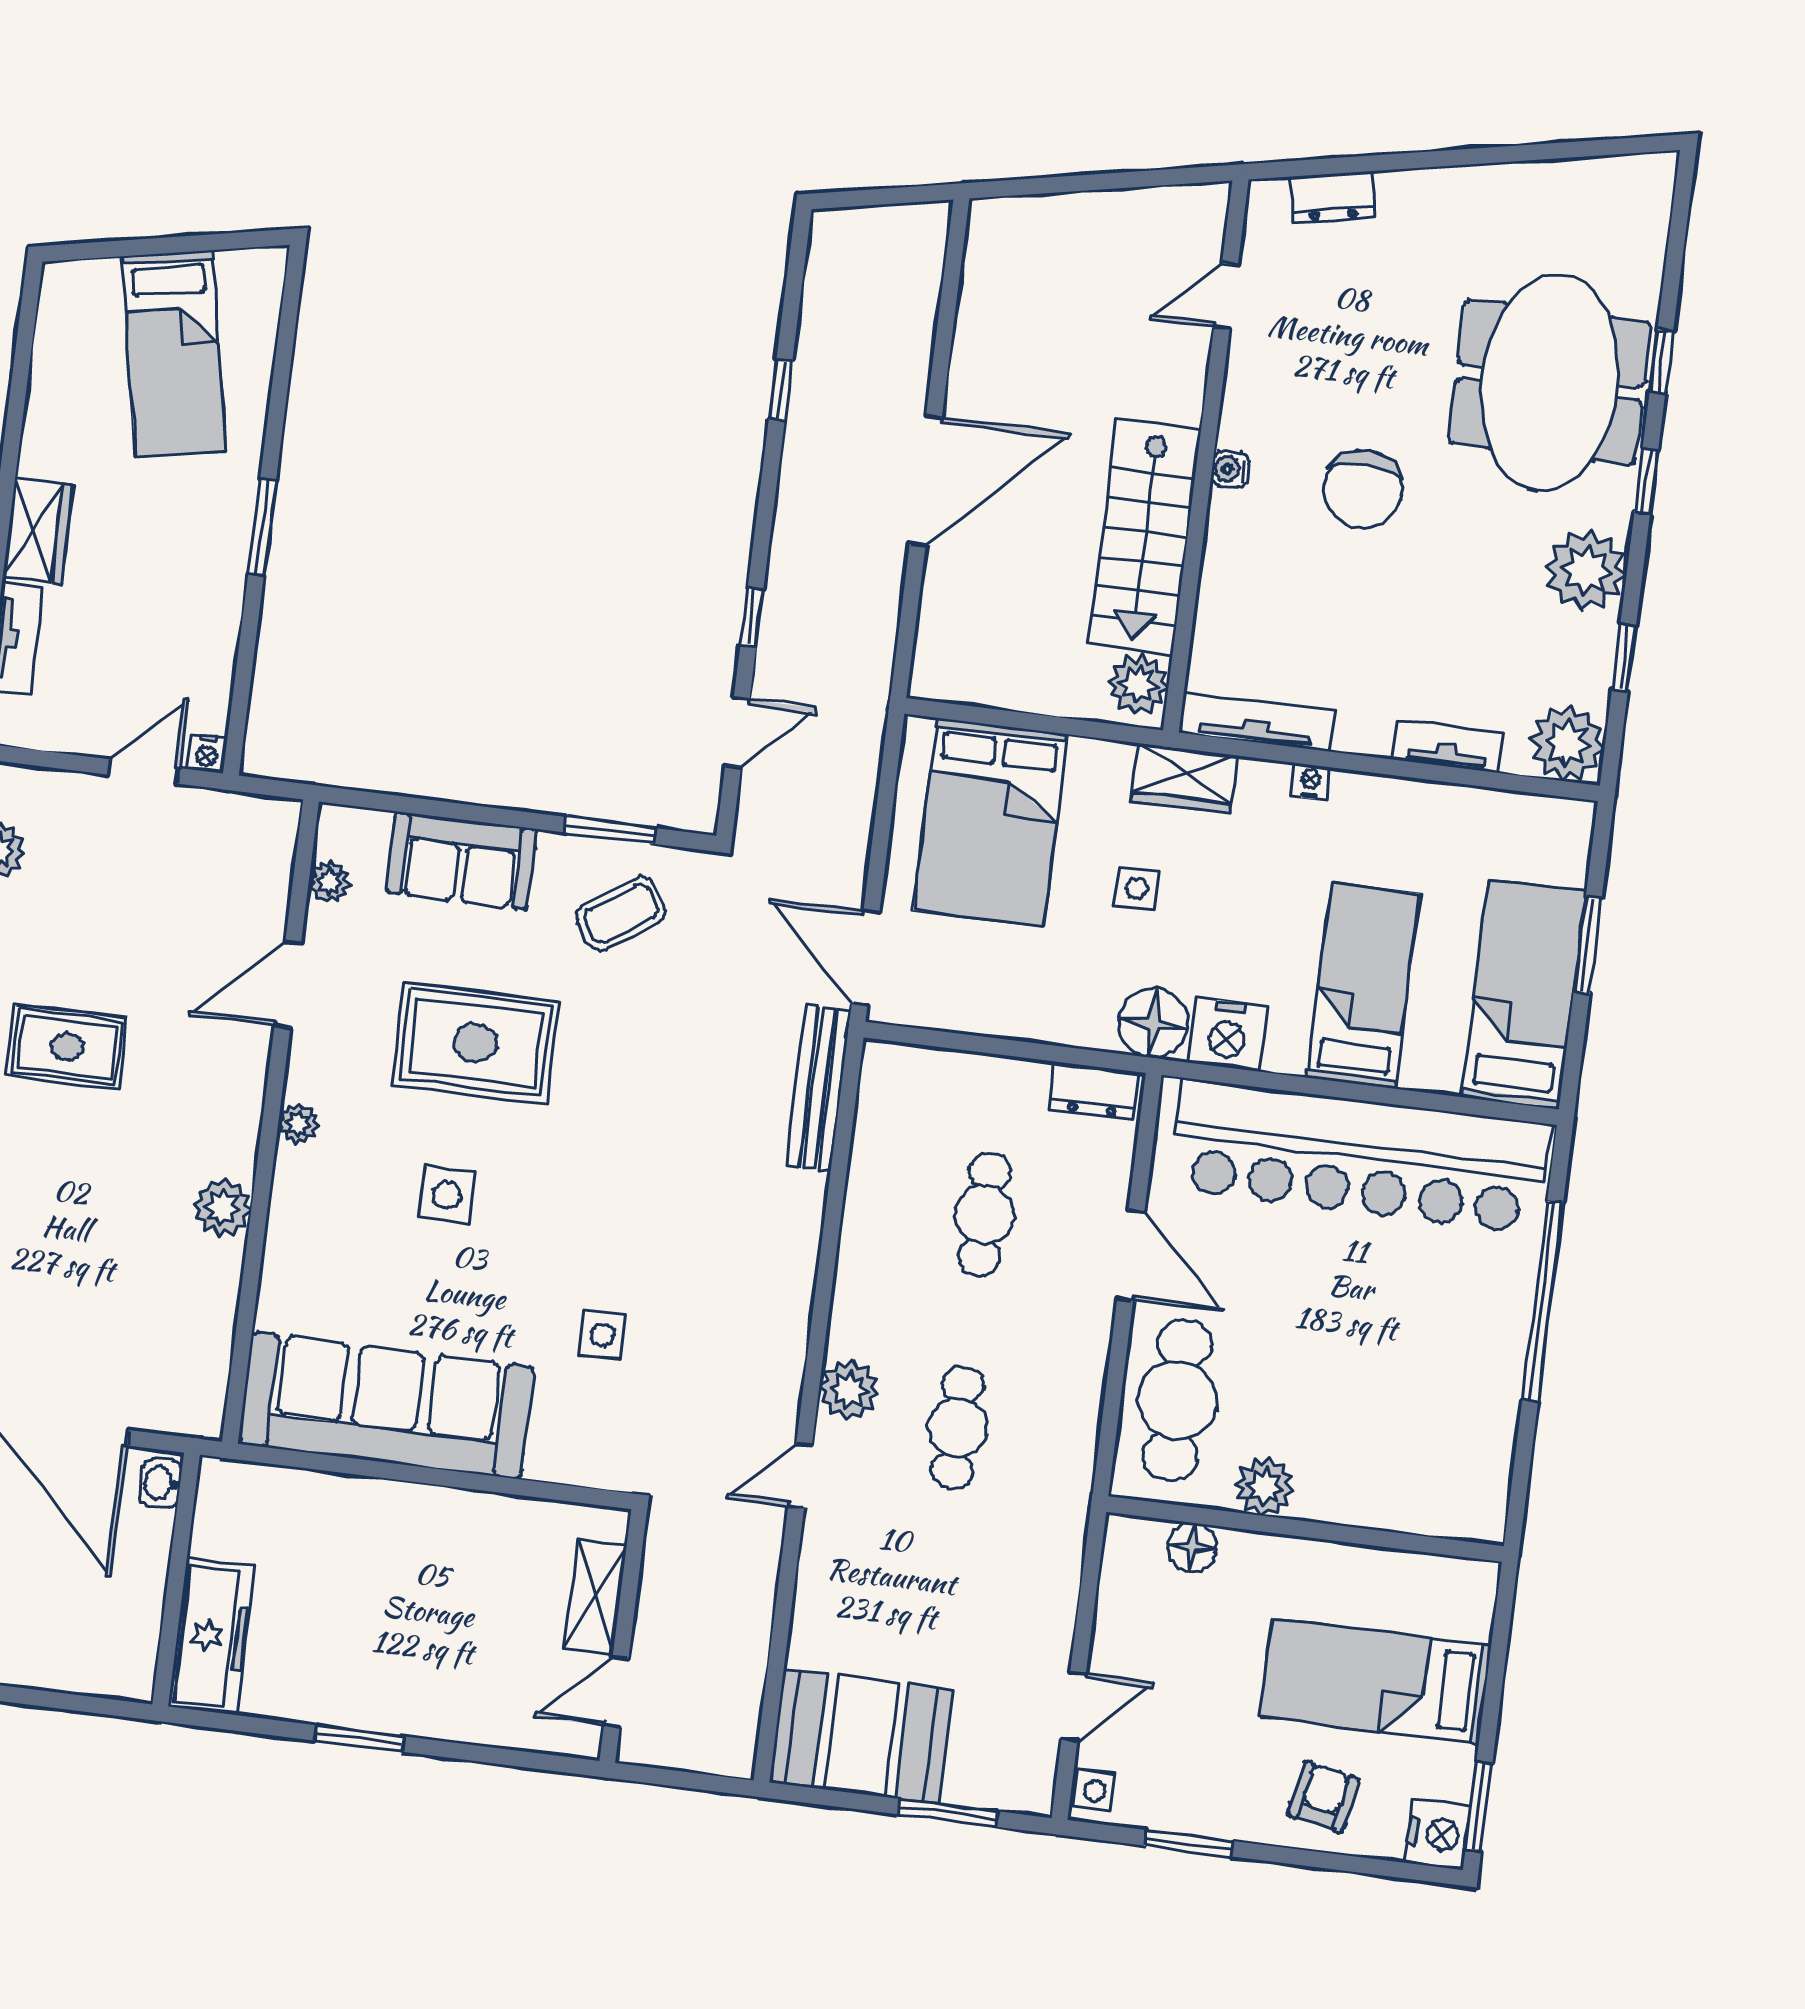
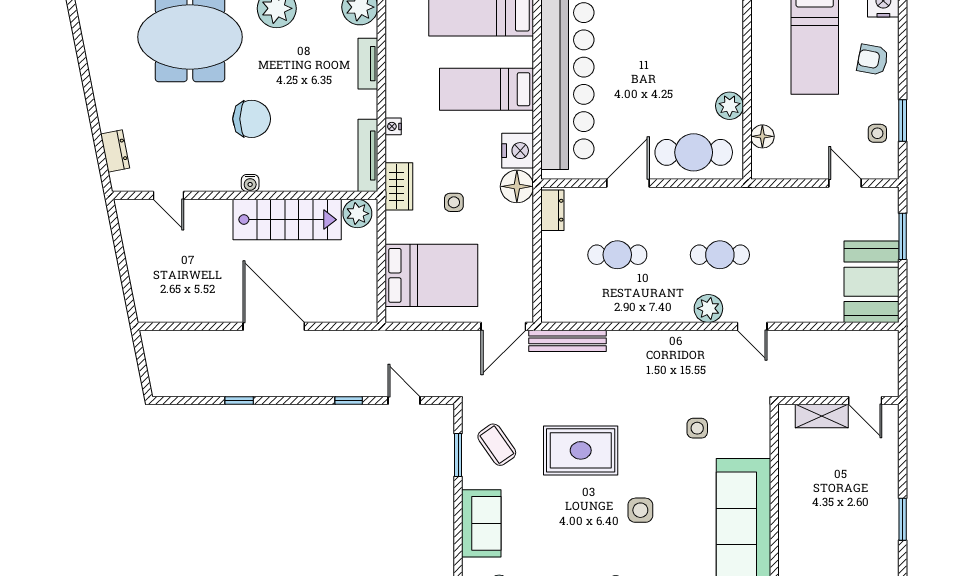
rug: (475, 1043) -> (581, 450), moved, turned 90
side table: (1095, 1790) -> (877, 133), moved

